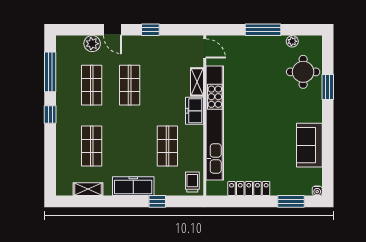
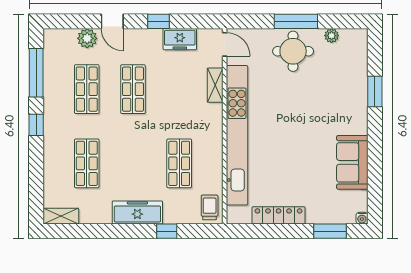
round table: (303, 72) -> (293, 51), moved
freezer: (194, 111) -> (180, 39), moved, turned -90
shelving: (88, 189) -> (61, 216), moved

